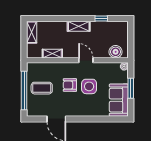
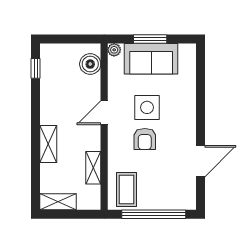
window: (101, 19) -> (36, 68), moved
shelving: (79, 26) -> (48, 144), moved
coffee table: (42, 88) -> (127, 189), moved
sofa: (119, 100) -> (151, 59), moved

